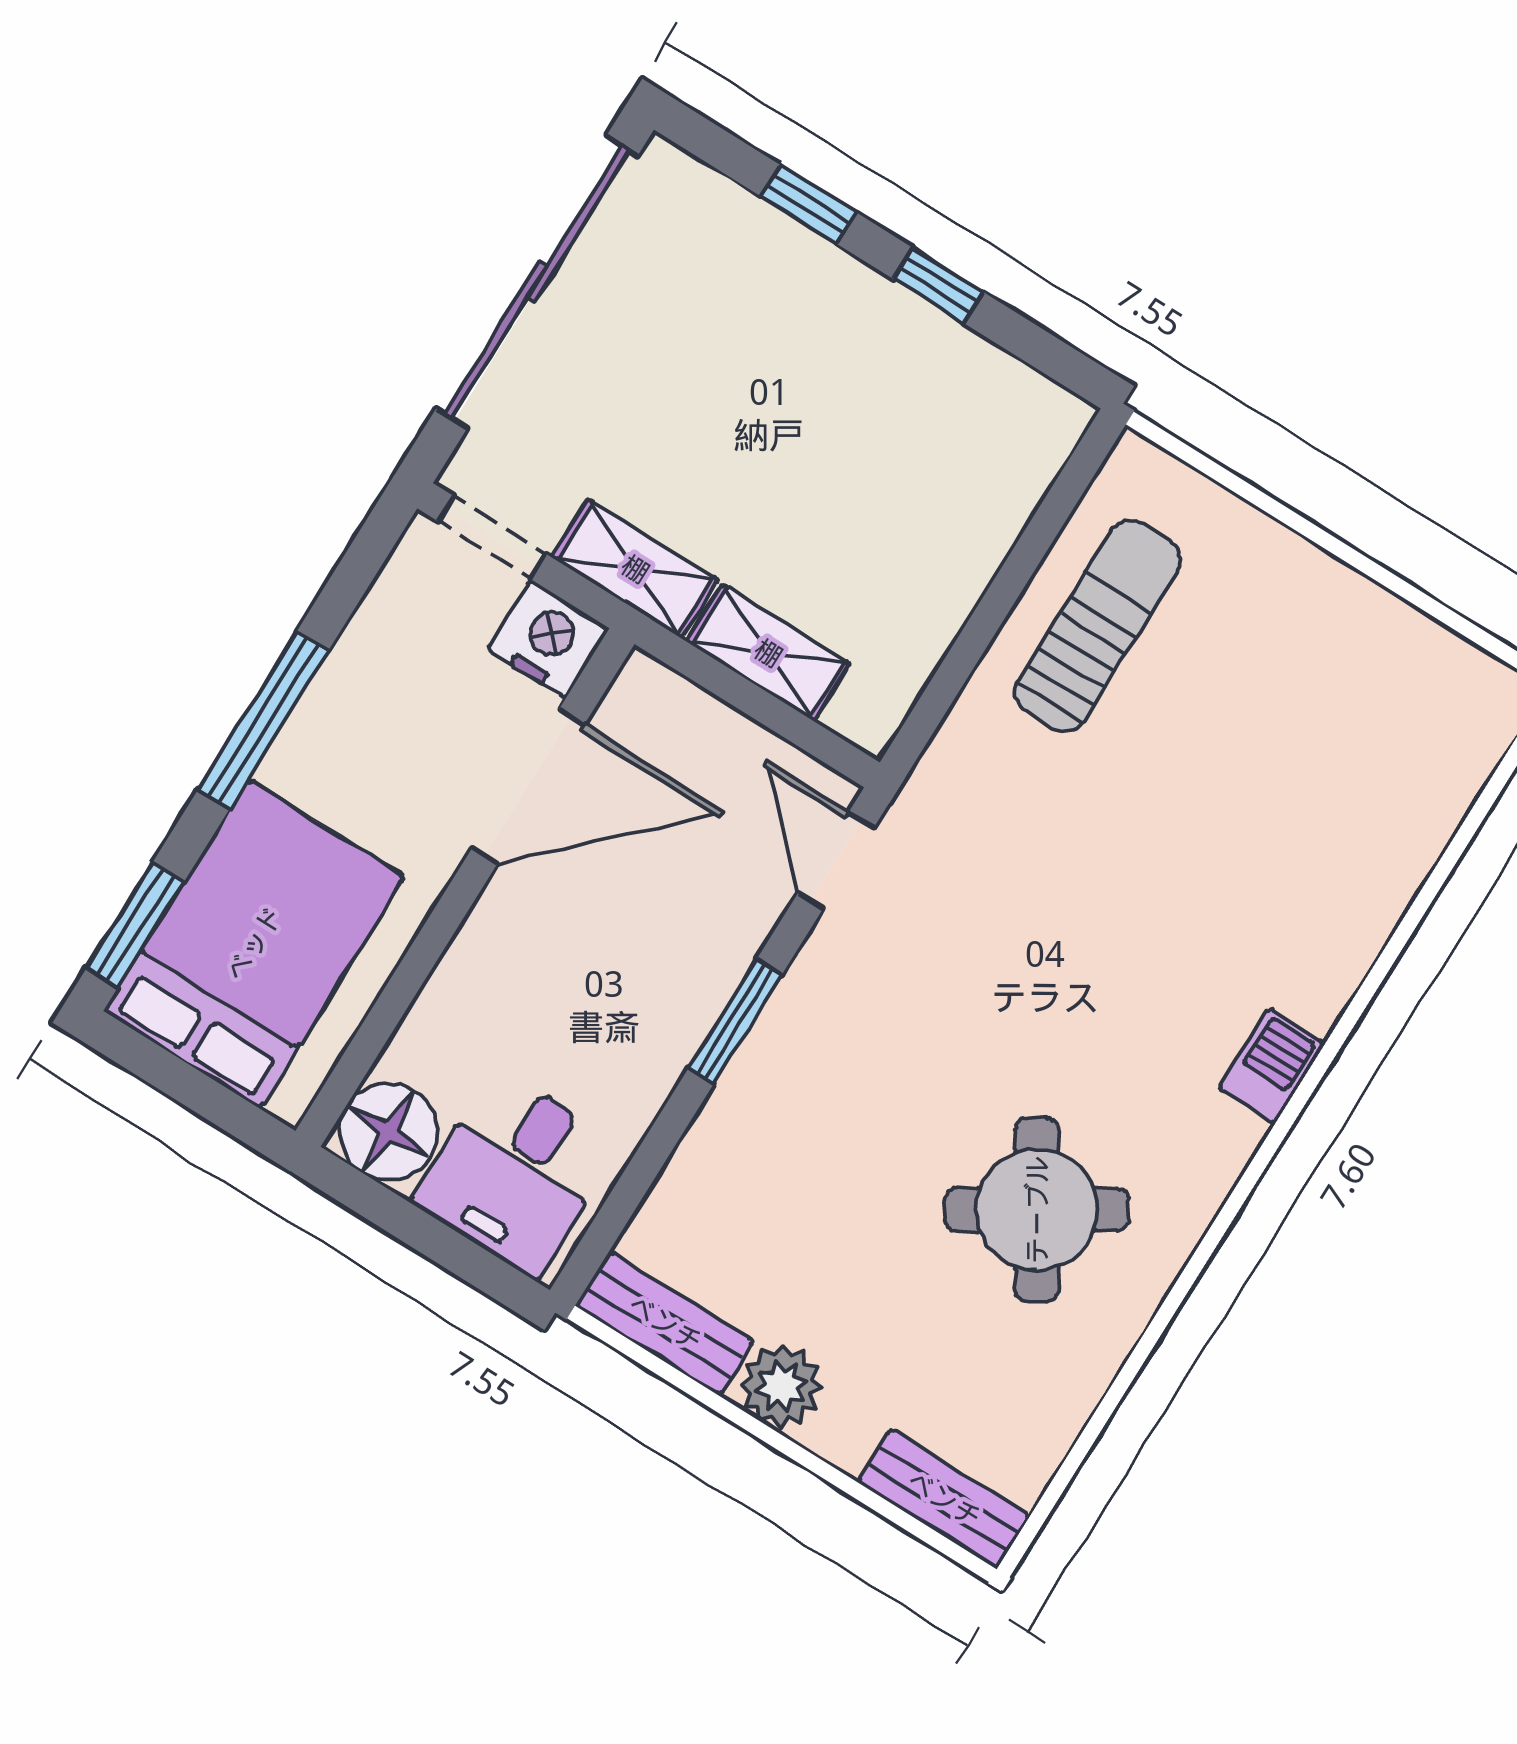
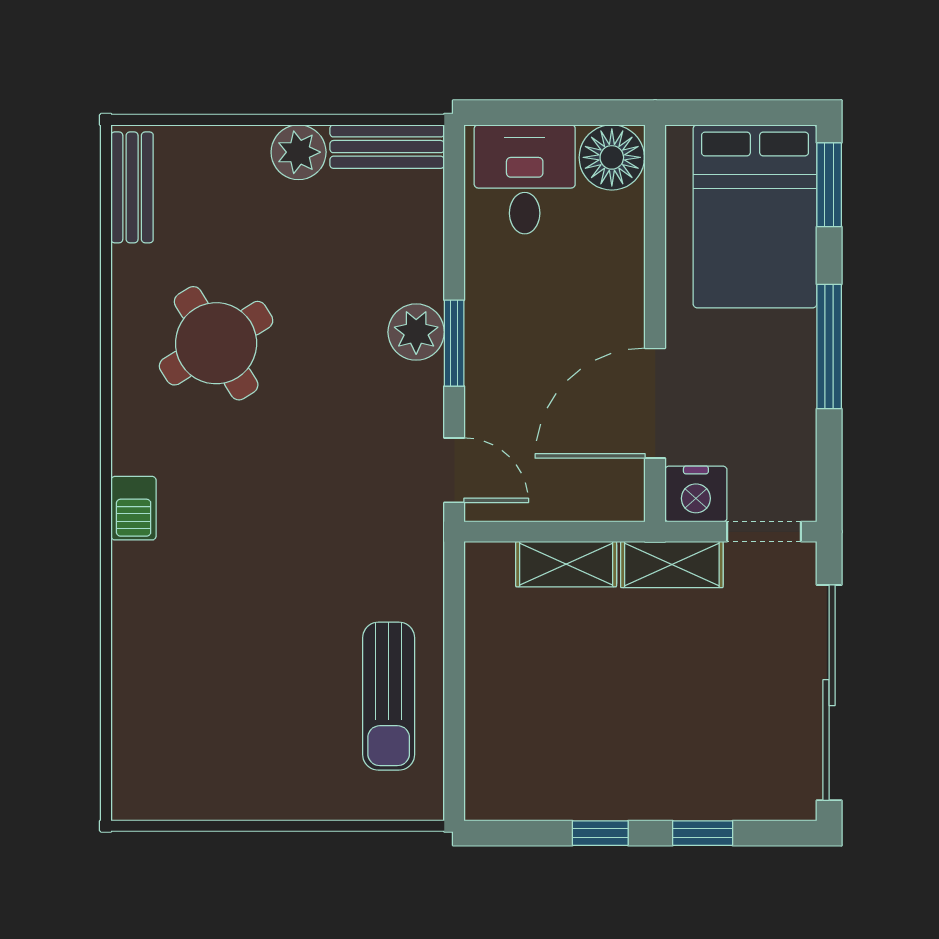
plant: (775, 1066) -> (416, 332), added
bench: (944, 1499) -> (132, 187), moved, turned 90

